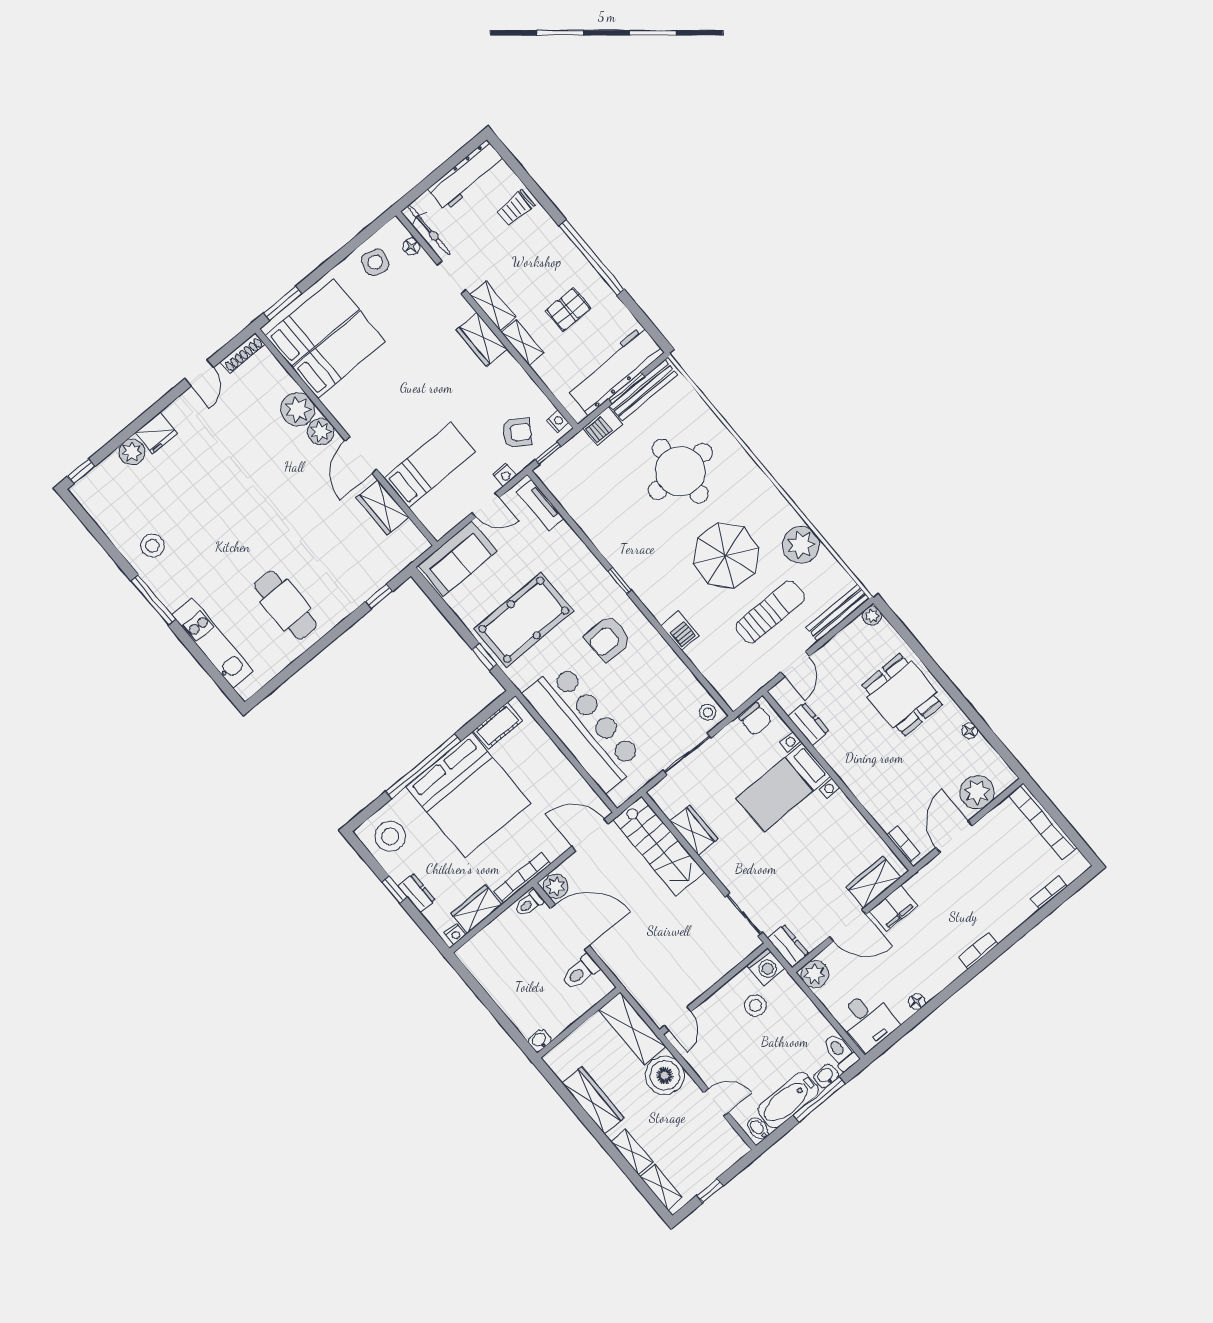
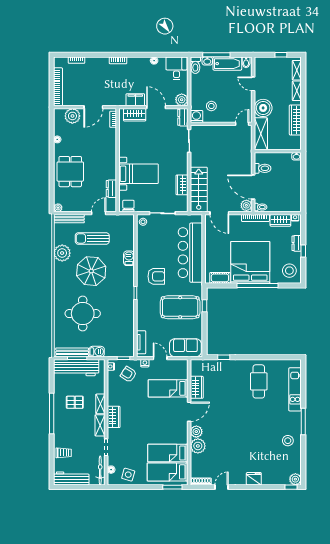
plant: (132, 452) -> (295, 479), moved

